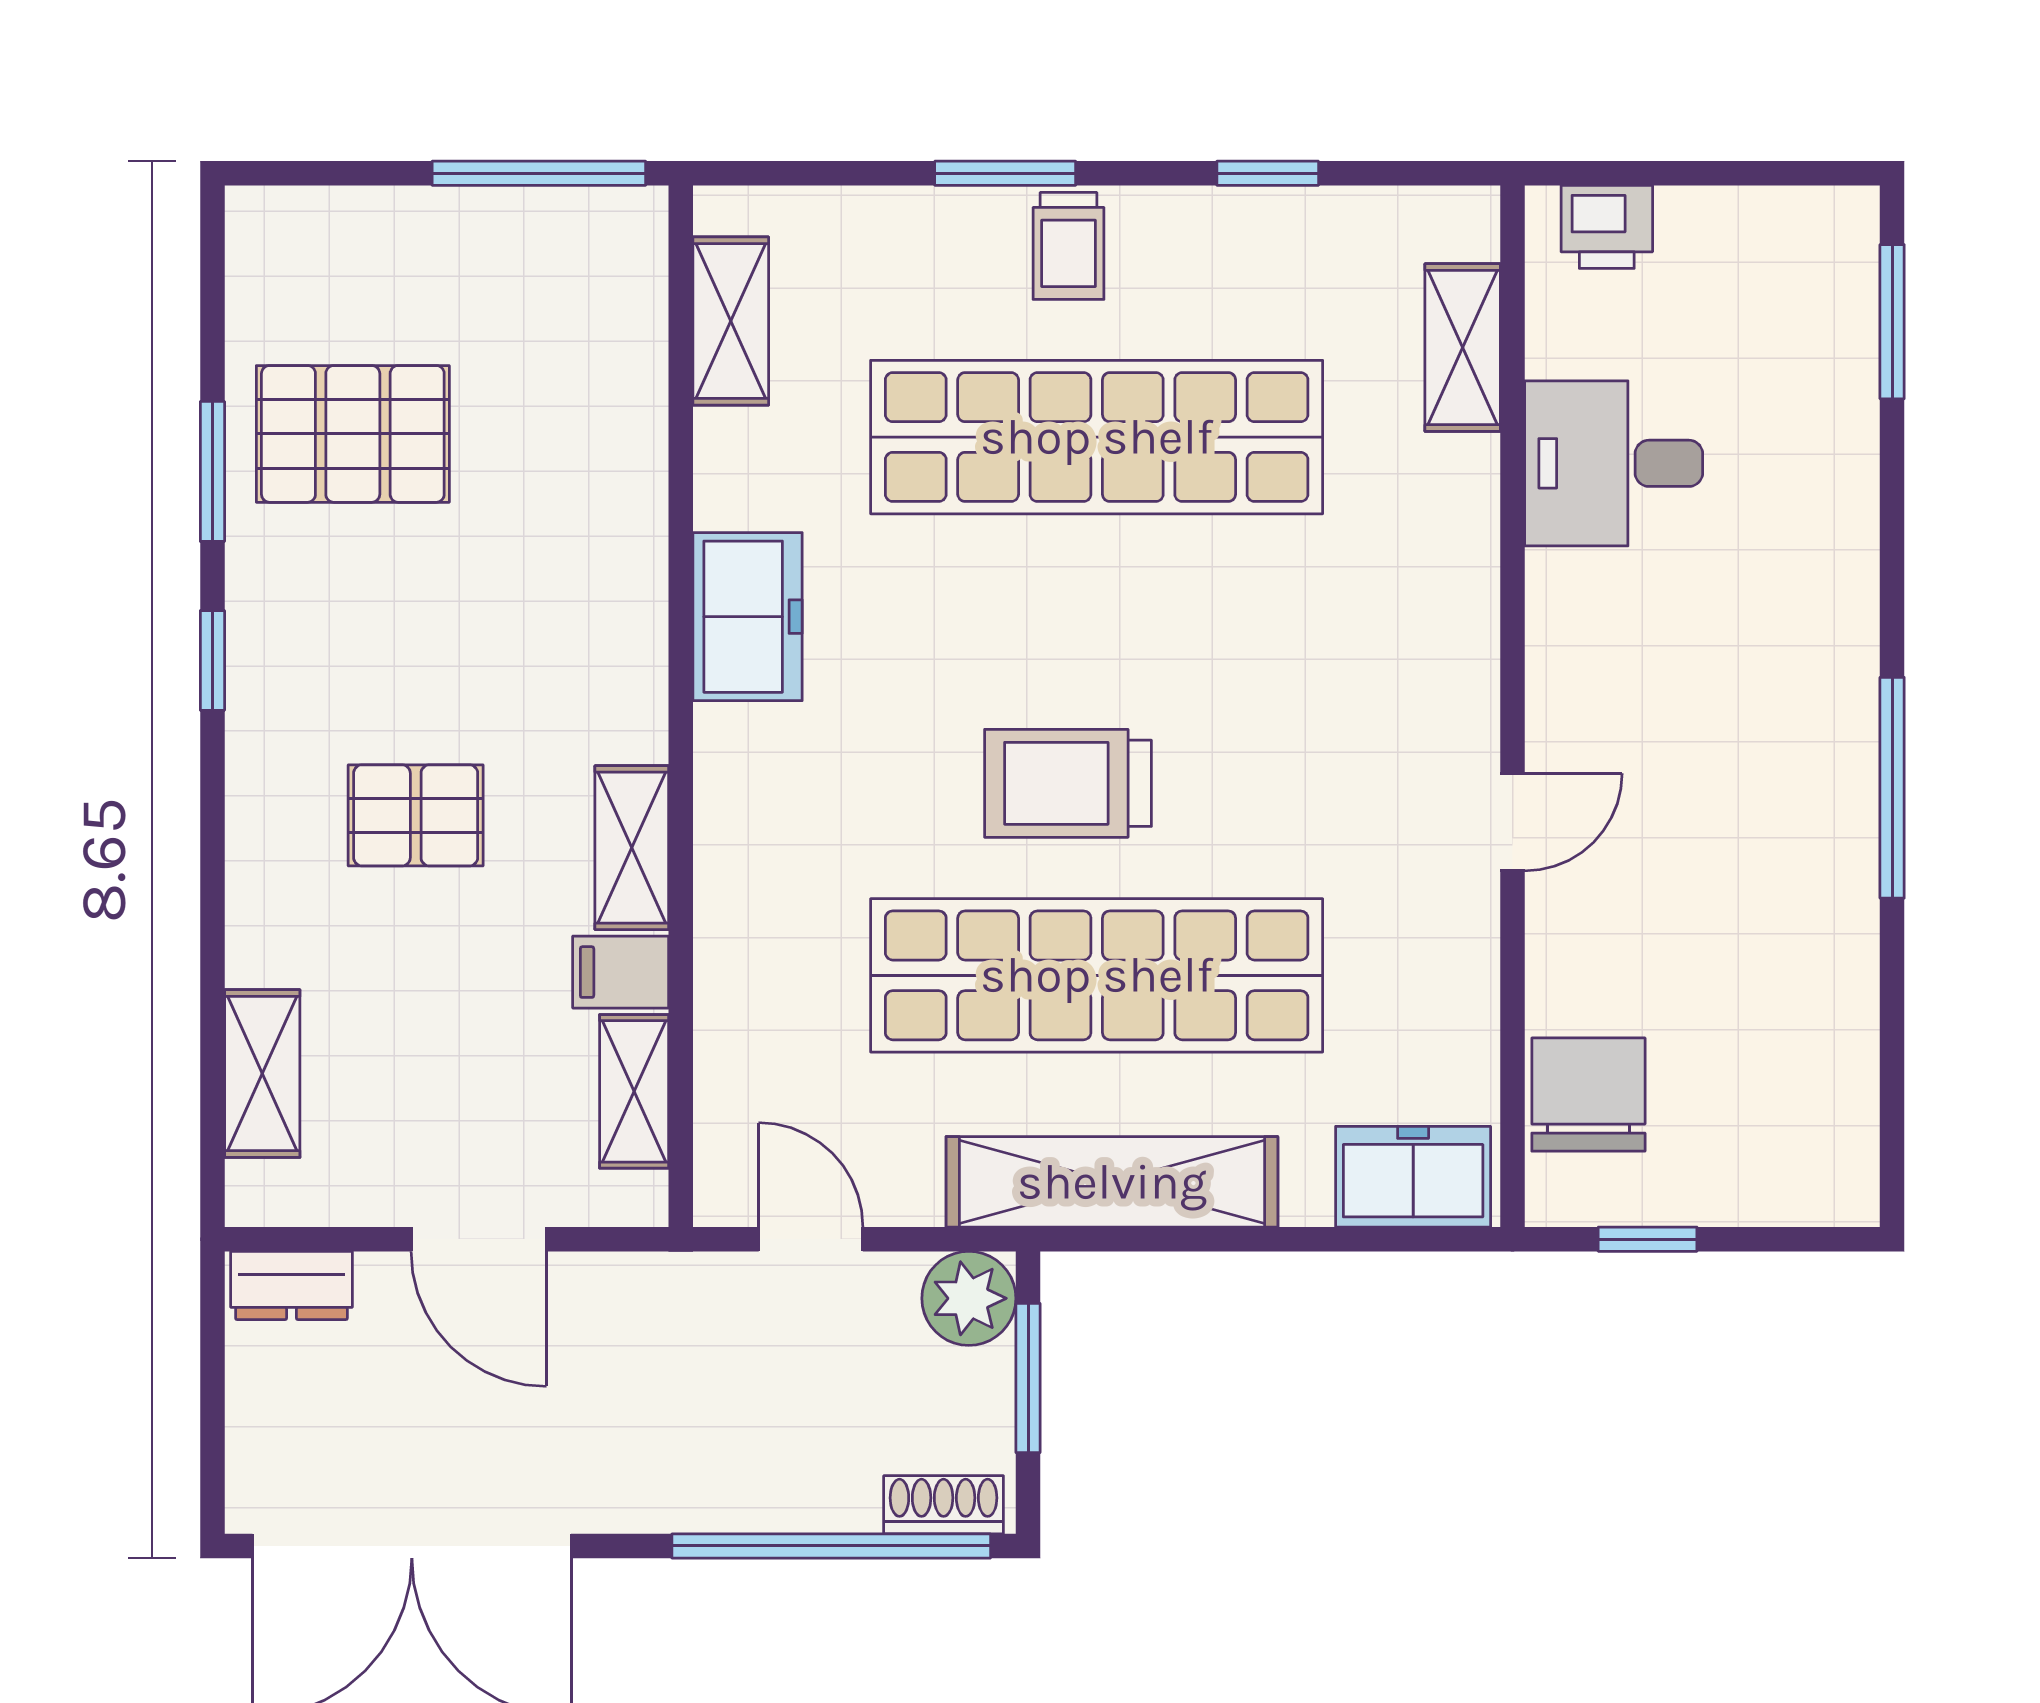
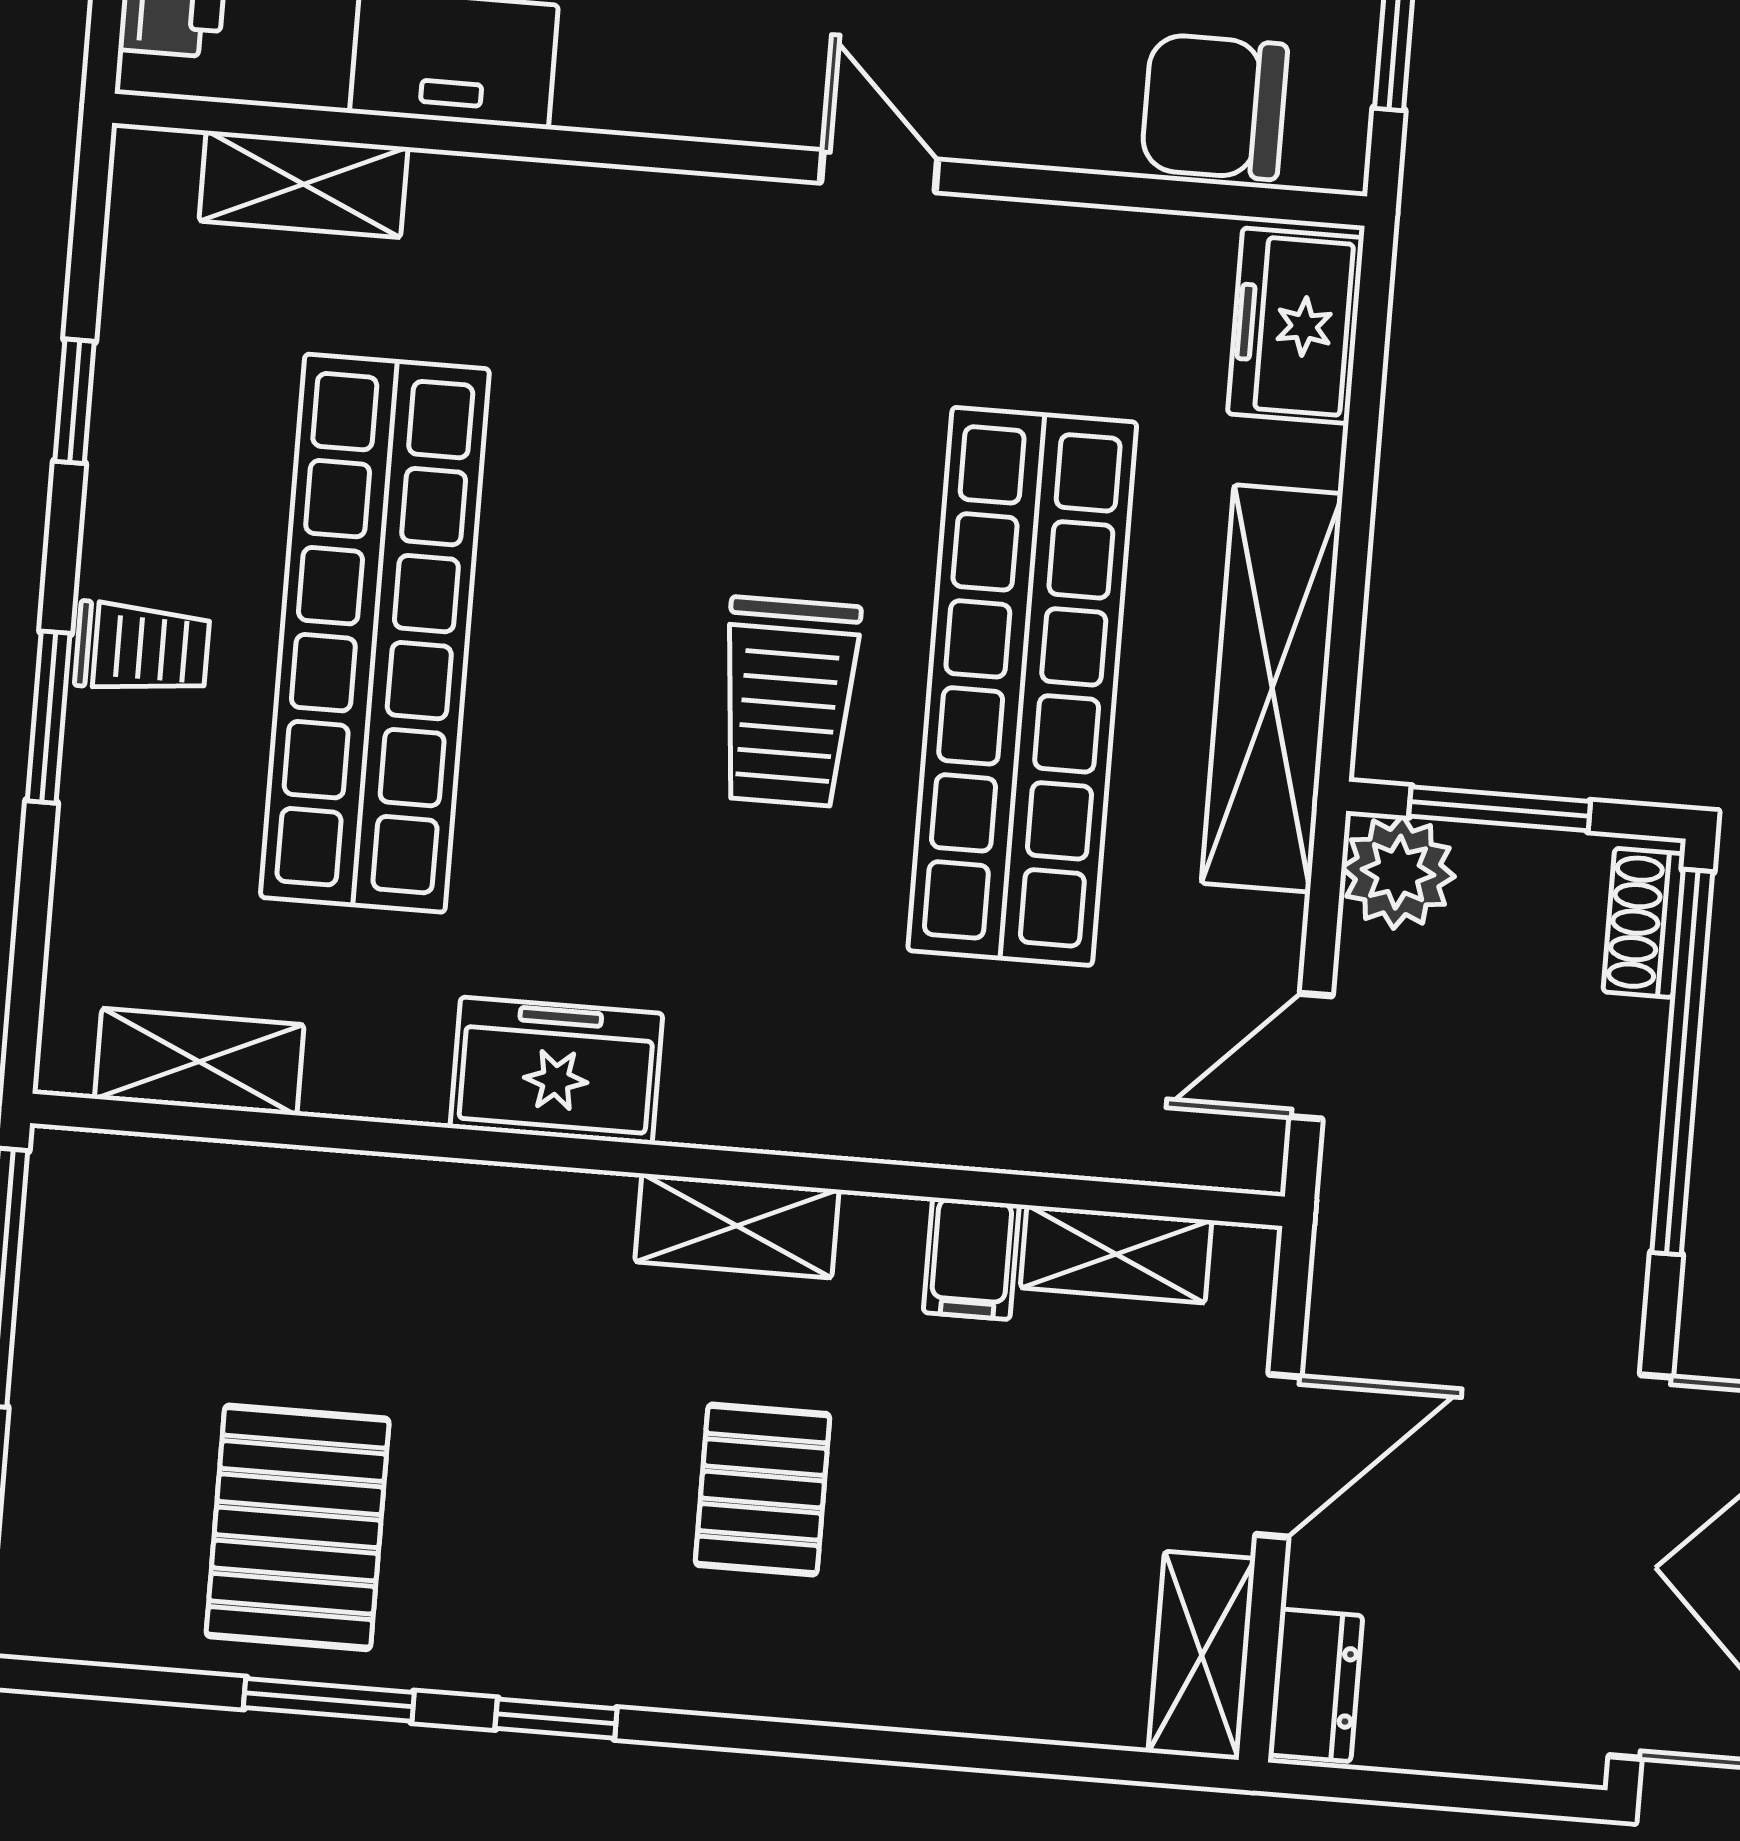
shelving: (632, 848) -> (737, 1226), moved
shelving: (262, 1074) -> (1202, 1655), moved, turned 90

